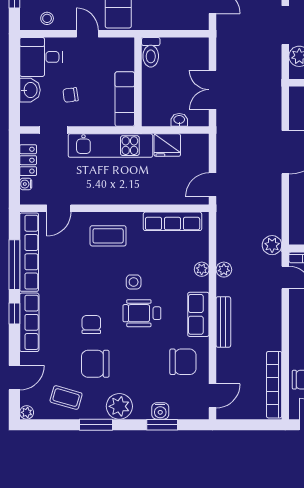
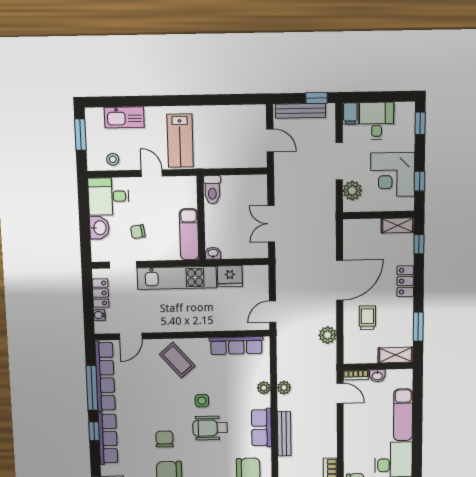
washbasin: (179, 120) -> (213, 253), moved
coffee table: (108, 236) -> (177, 360), turned 49
plant: (272, 245) -> (328, 335), moved

